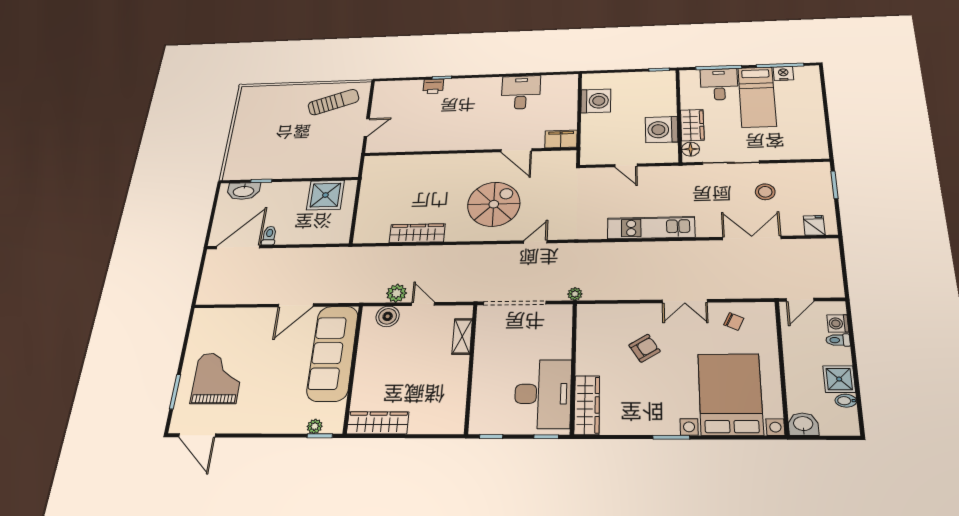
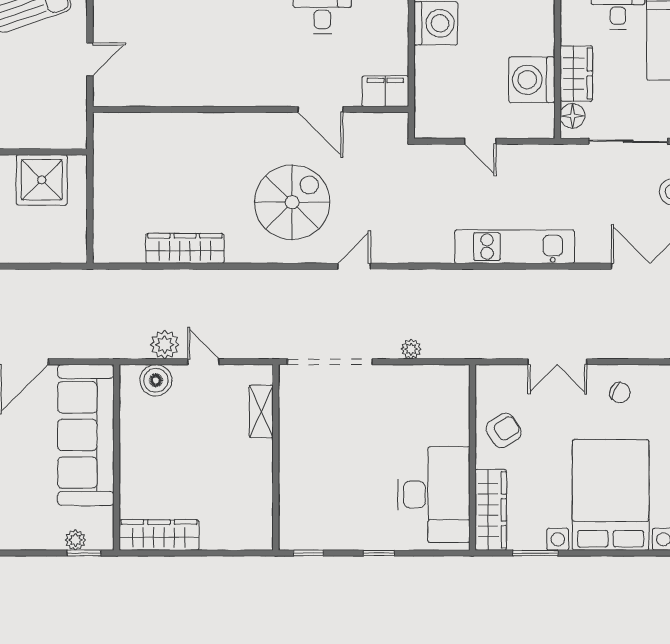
wall: (573, 367) -> (472, 457), moved
desk: (543, 394) -> (434, 495), moved
wardrobe: (587, 405) -> (491, 510), moved

